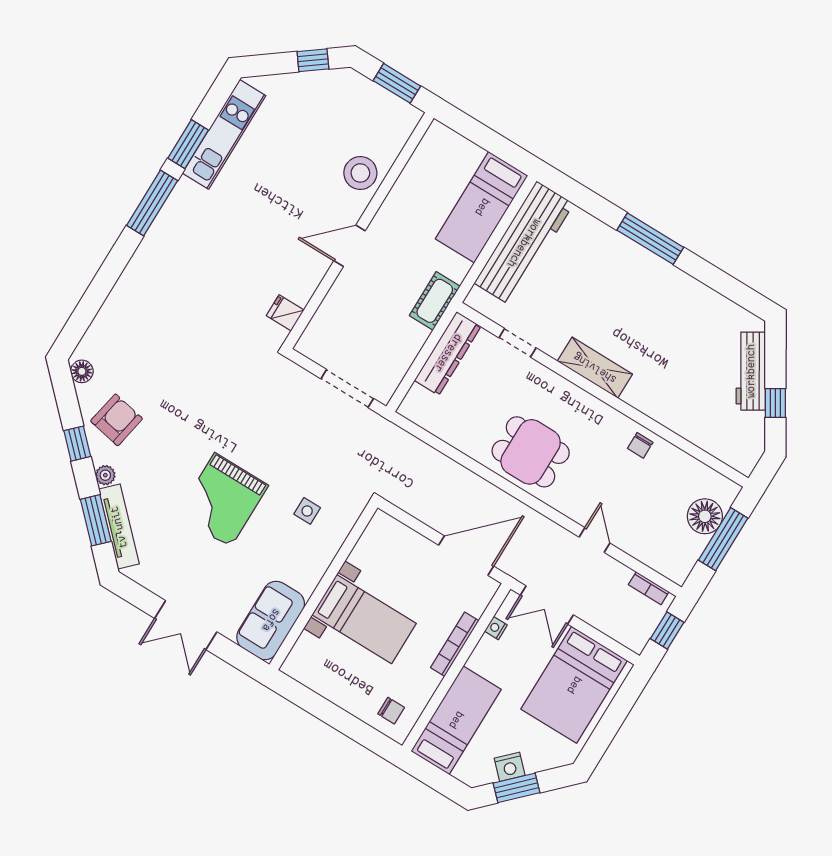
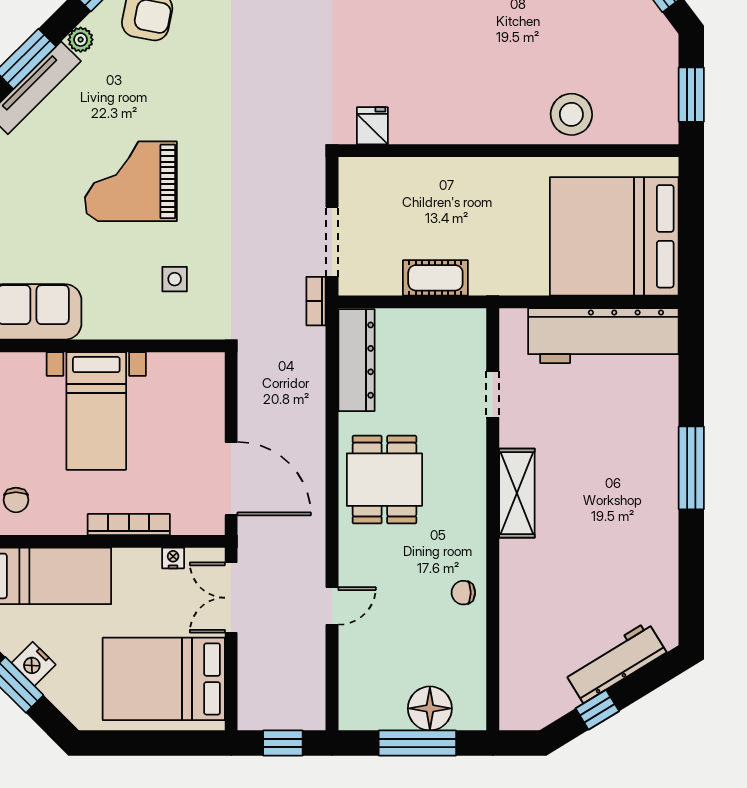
bed: (482, 207) -> (614, 236), width x2.04
door: (350, 246) -> (486, 151), removed
cot: (435, 301) -> (435, 278), moved
dresser: (448, 353) -> (356, 360), moved, turned -90
bookcase: (649, 588) -> (316, 301), moved

